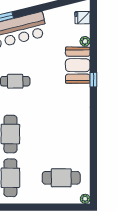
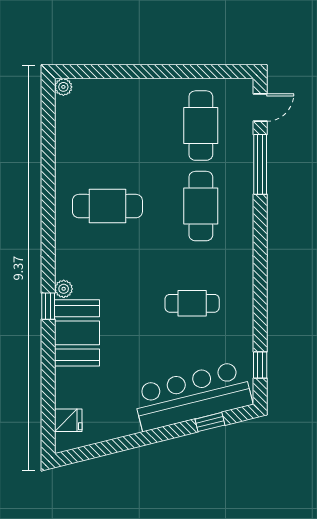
plant: (85, 41) -> (64, 289), moved
cafe table: (61, 178) -> (107, 206), moved

